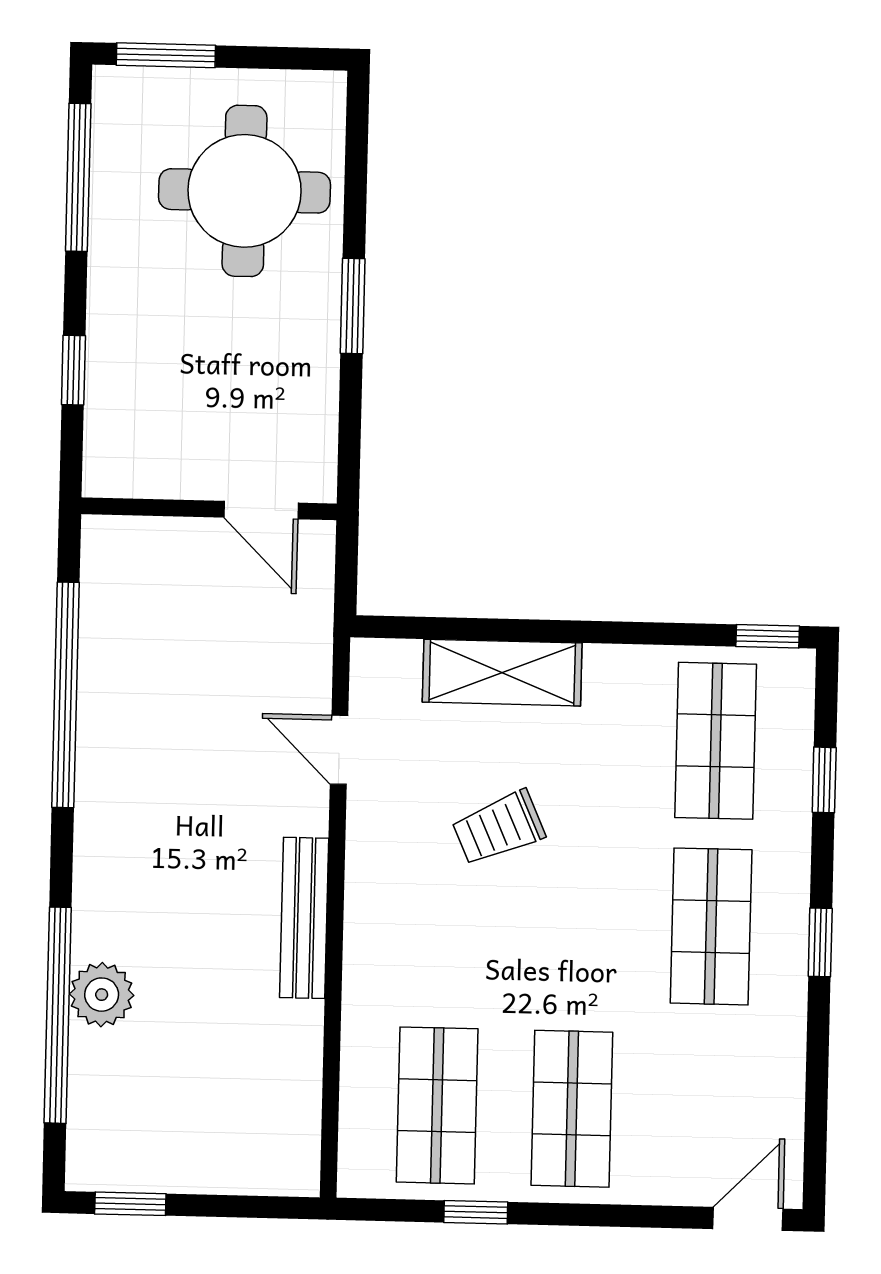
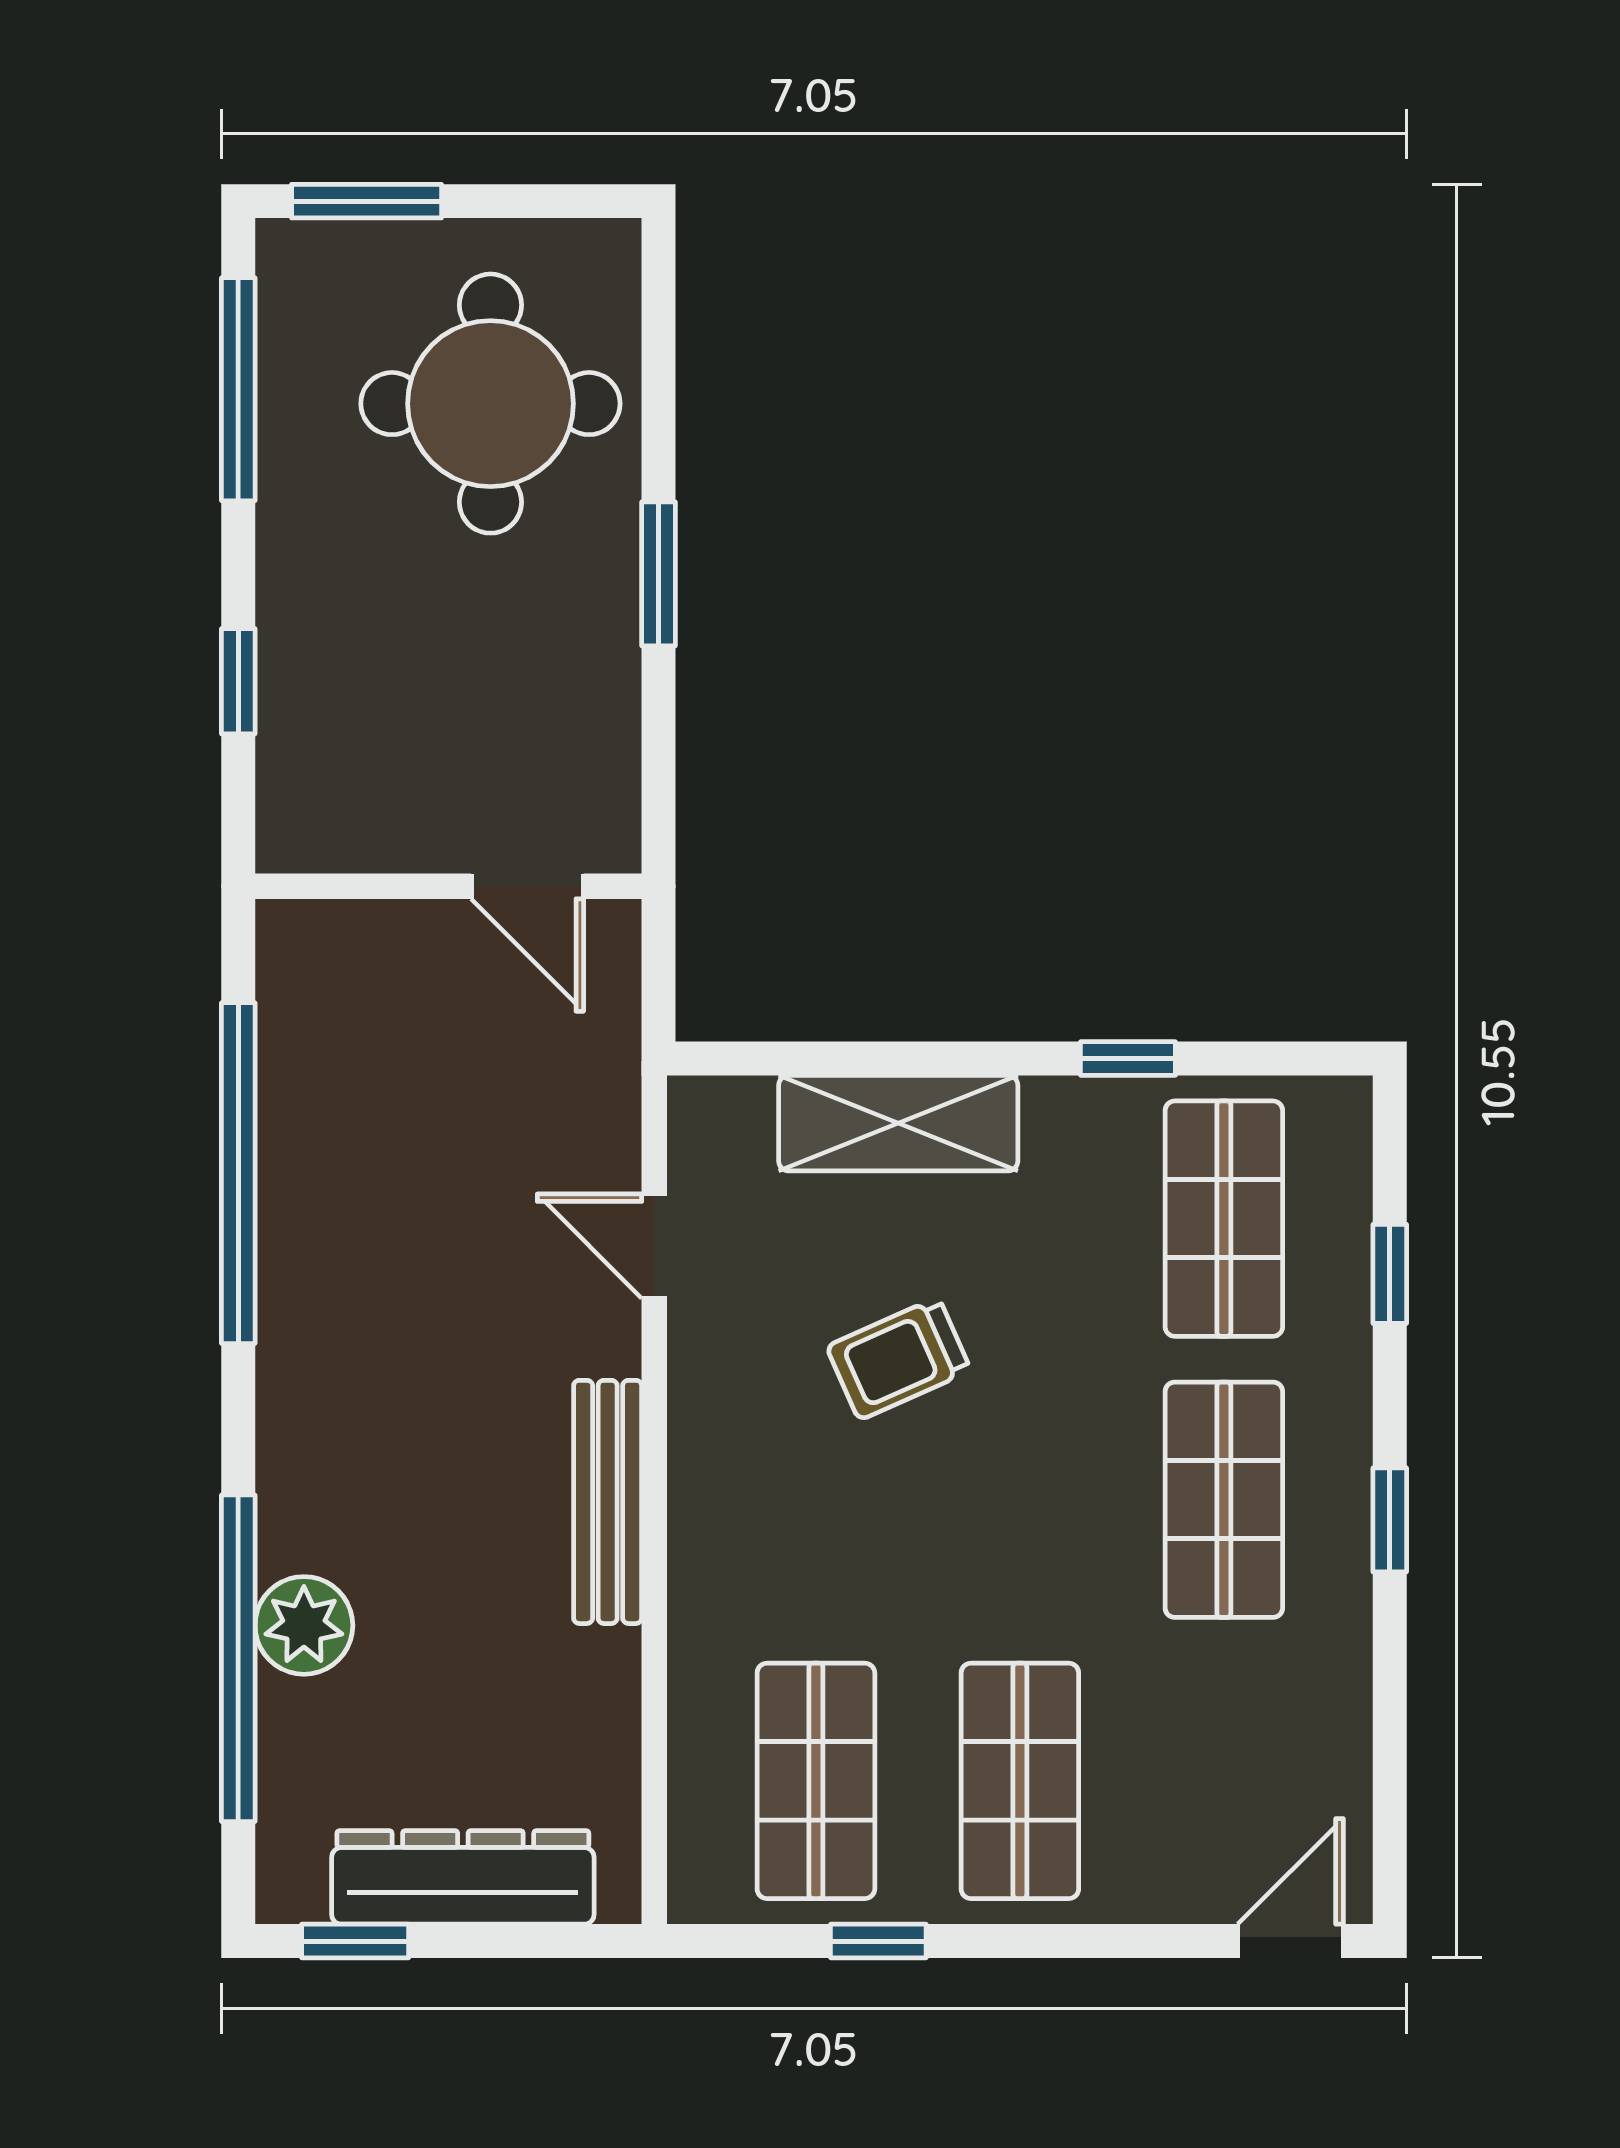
window: (768, 636) -> (1128, 1058), moved
dresser: (203, 1164) -> (463, 1877), added

